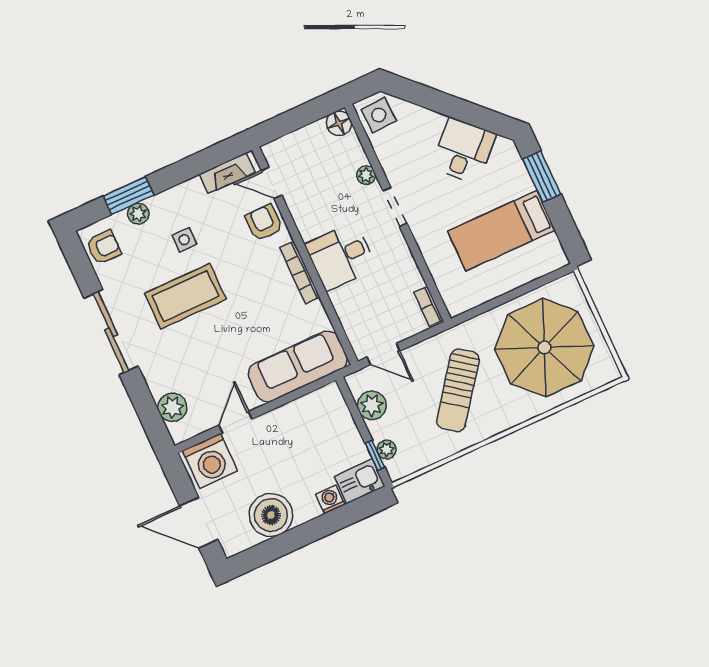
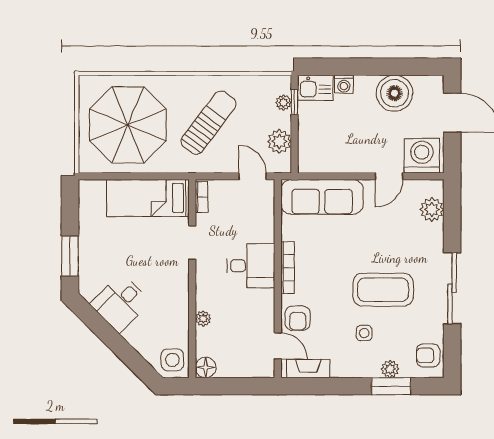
doorway: (395, 207) -> (192, 243), moved
bed: (501, 231) -> (148, 198), moved, turned 180

